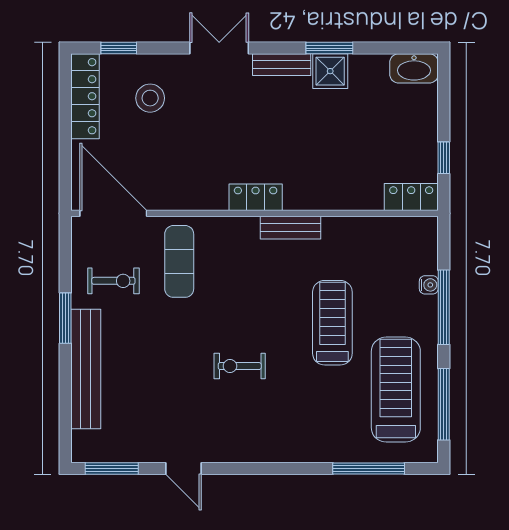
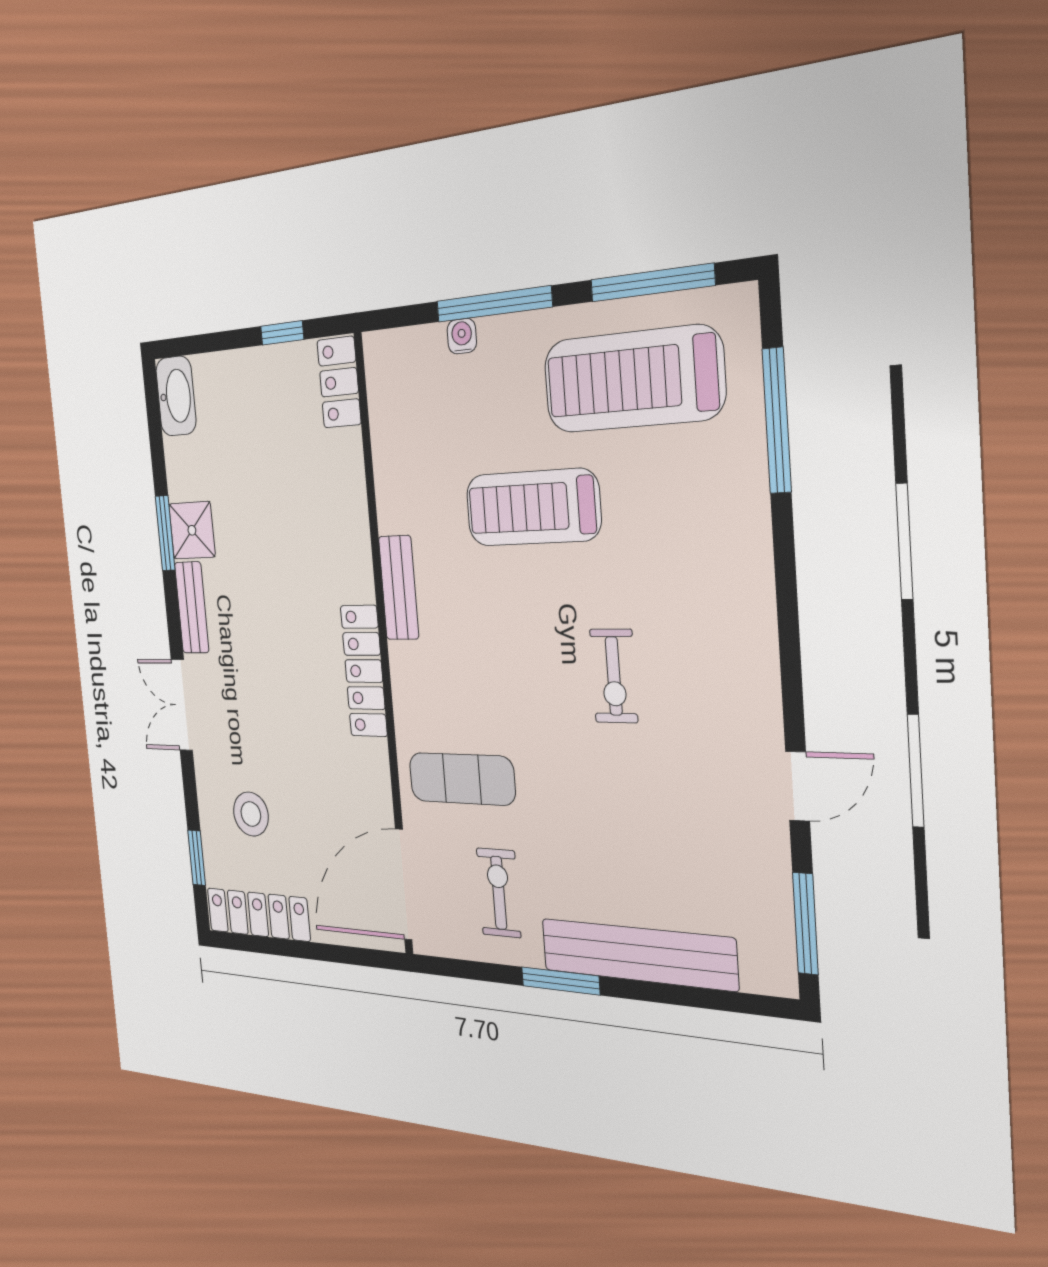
locker: (256, 197) -> (364, 671), width x1.53

